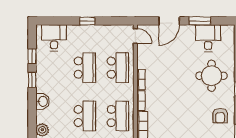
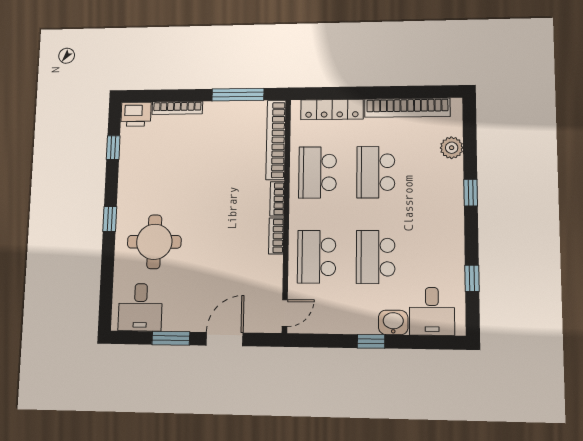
door: (135, 36) -> (285, 313), swing flipped
desk: (208, 38) -> (140, 307), moved
window: (32, 80) -> (471, 193), moved
washbasin: (43, 101) -> (393, 322), moved, turned 90
armchair: (220, 116) -> (143, 174), removed

